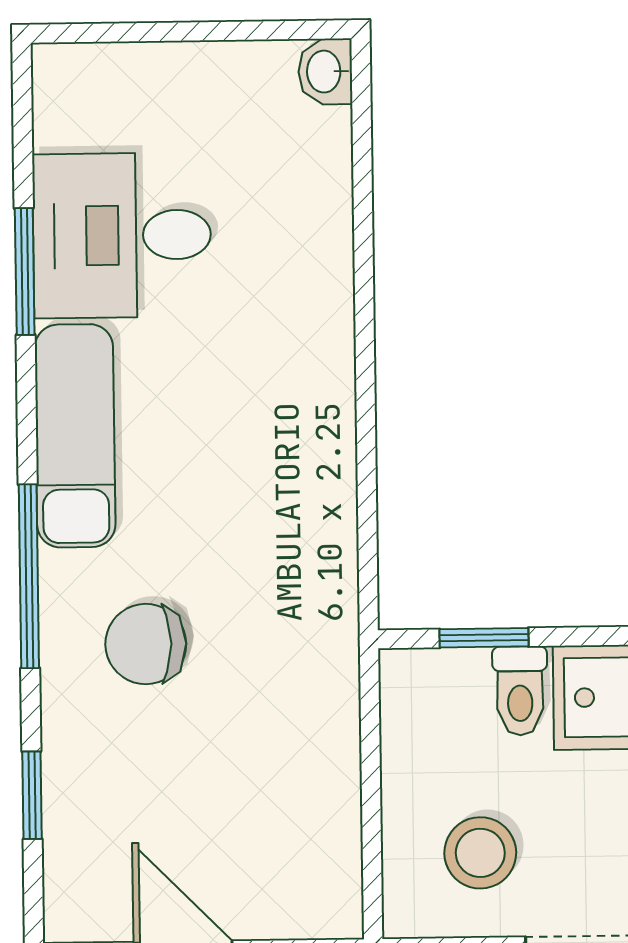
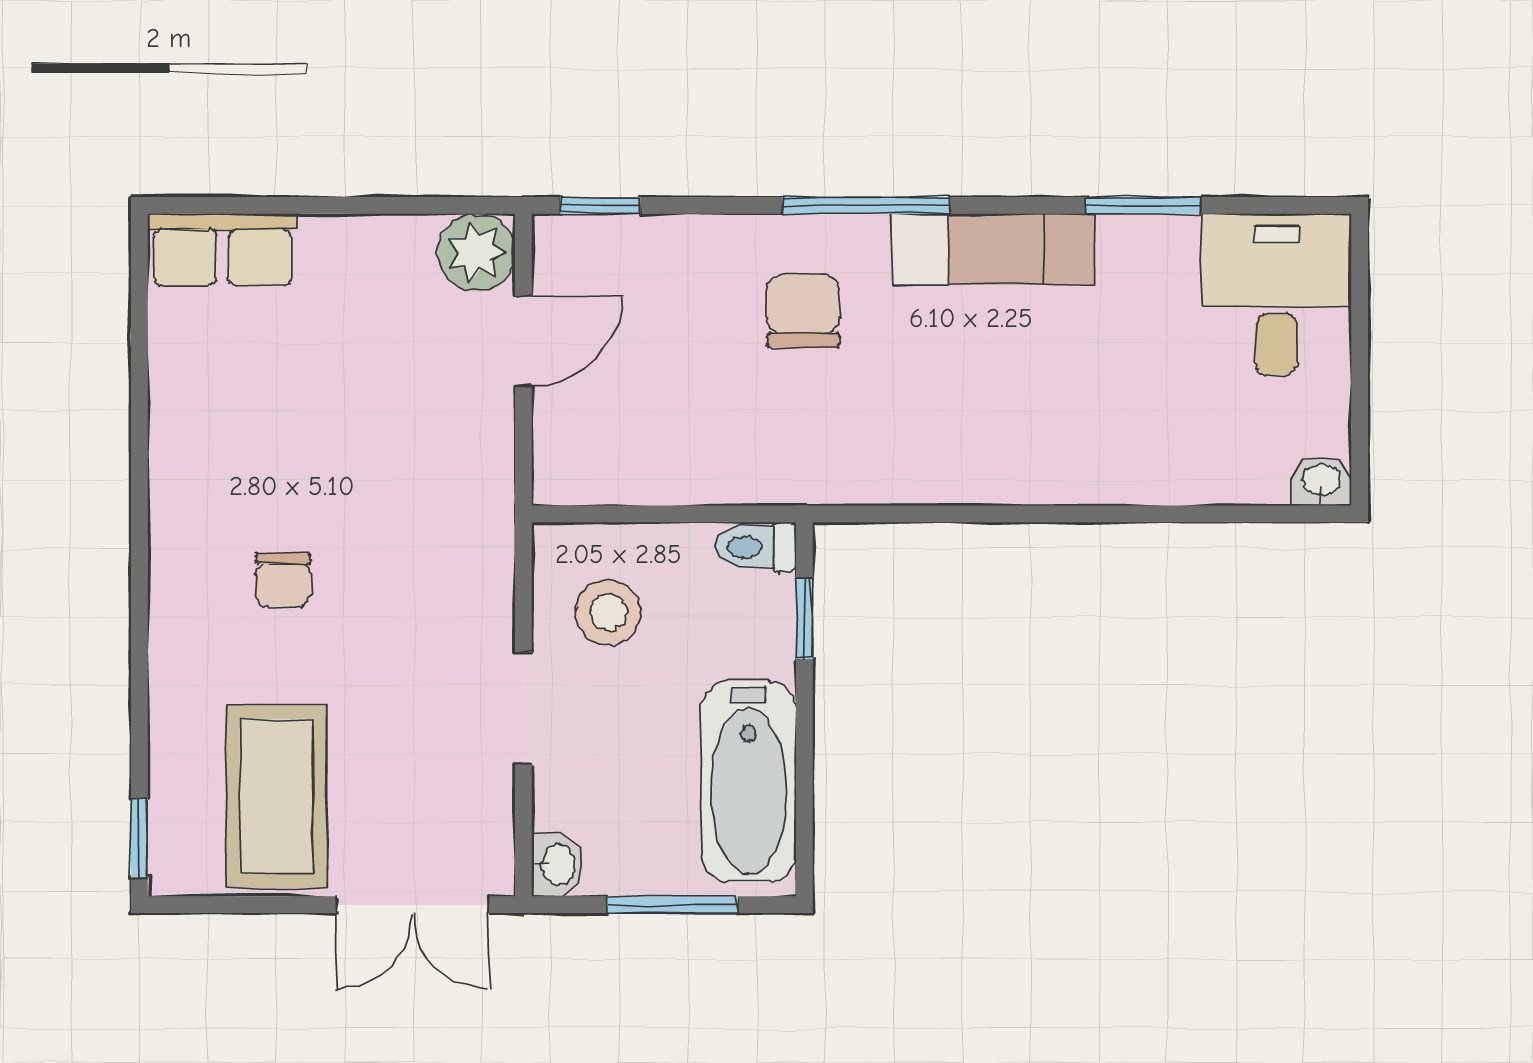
desk: (122, 235) -> (1277, 294), moved
toilet: (520, 691) -> (756, 547), moved
window: (32, 795) -> (600, 205), moved

